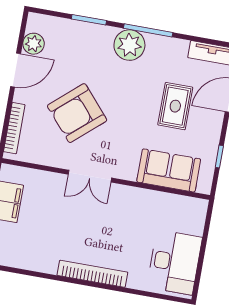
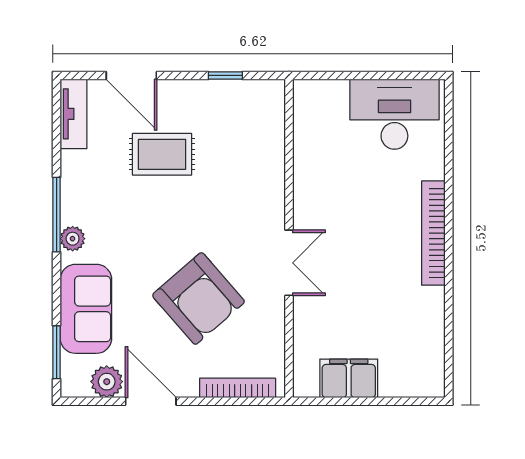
window: (89, 20) -> (57, 352), moved
plant: (129, 45) -> (73, 239), width x0.53, depth x0.53
sofa: (169, 170) -> (86, 309), moved, turned 180

